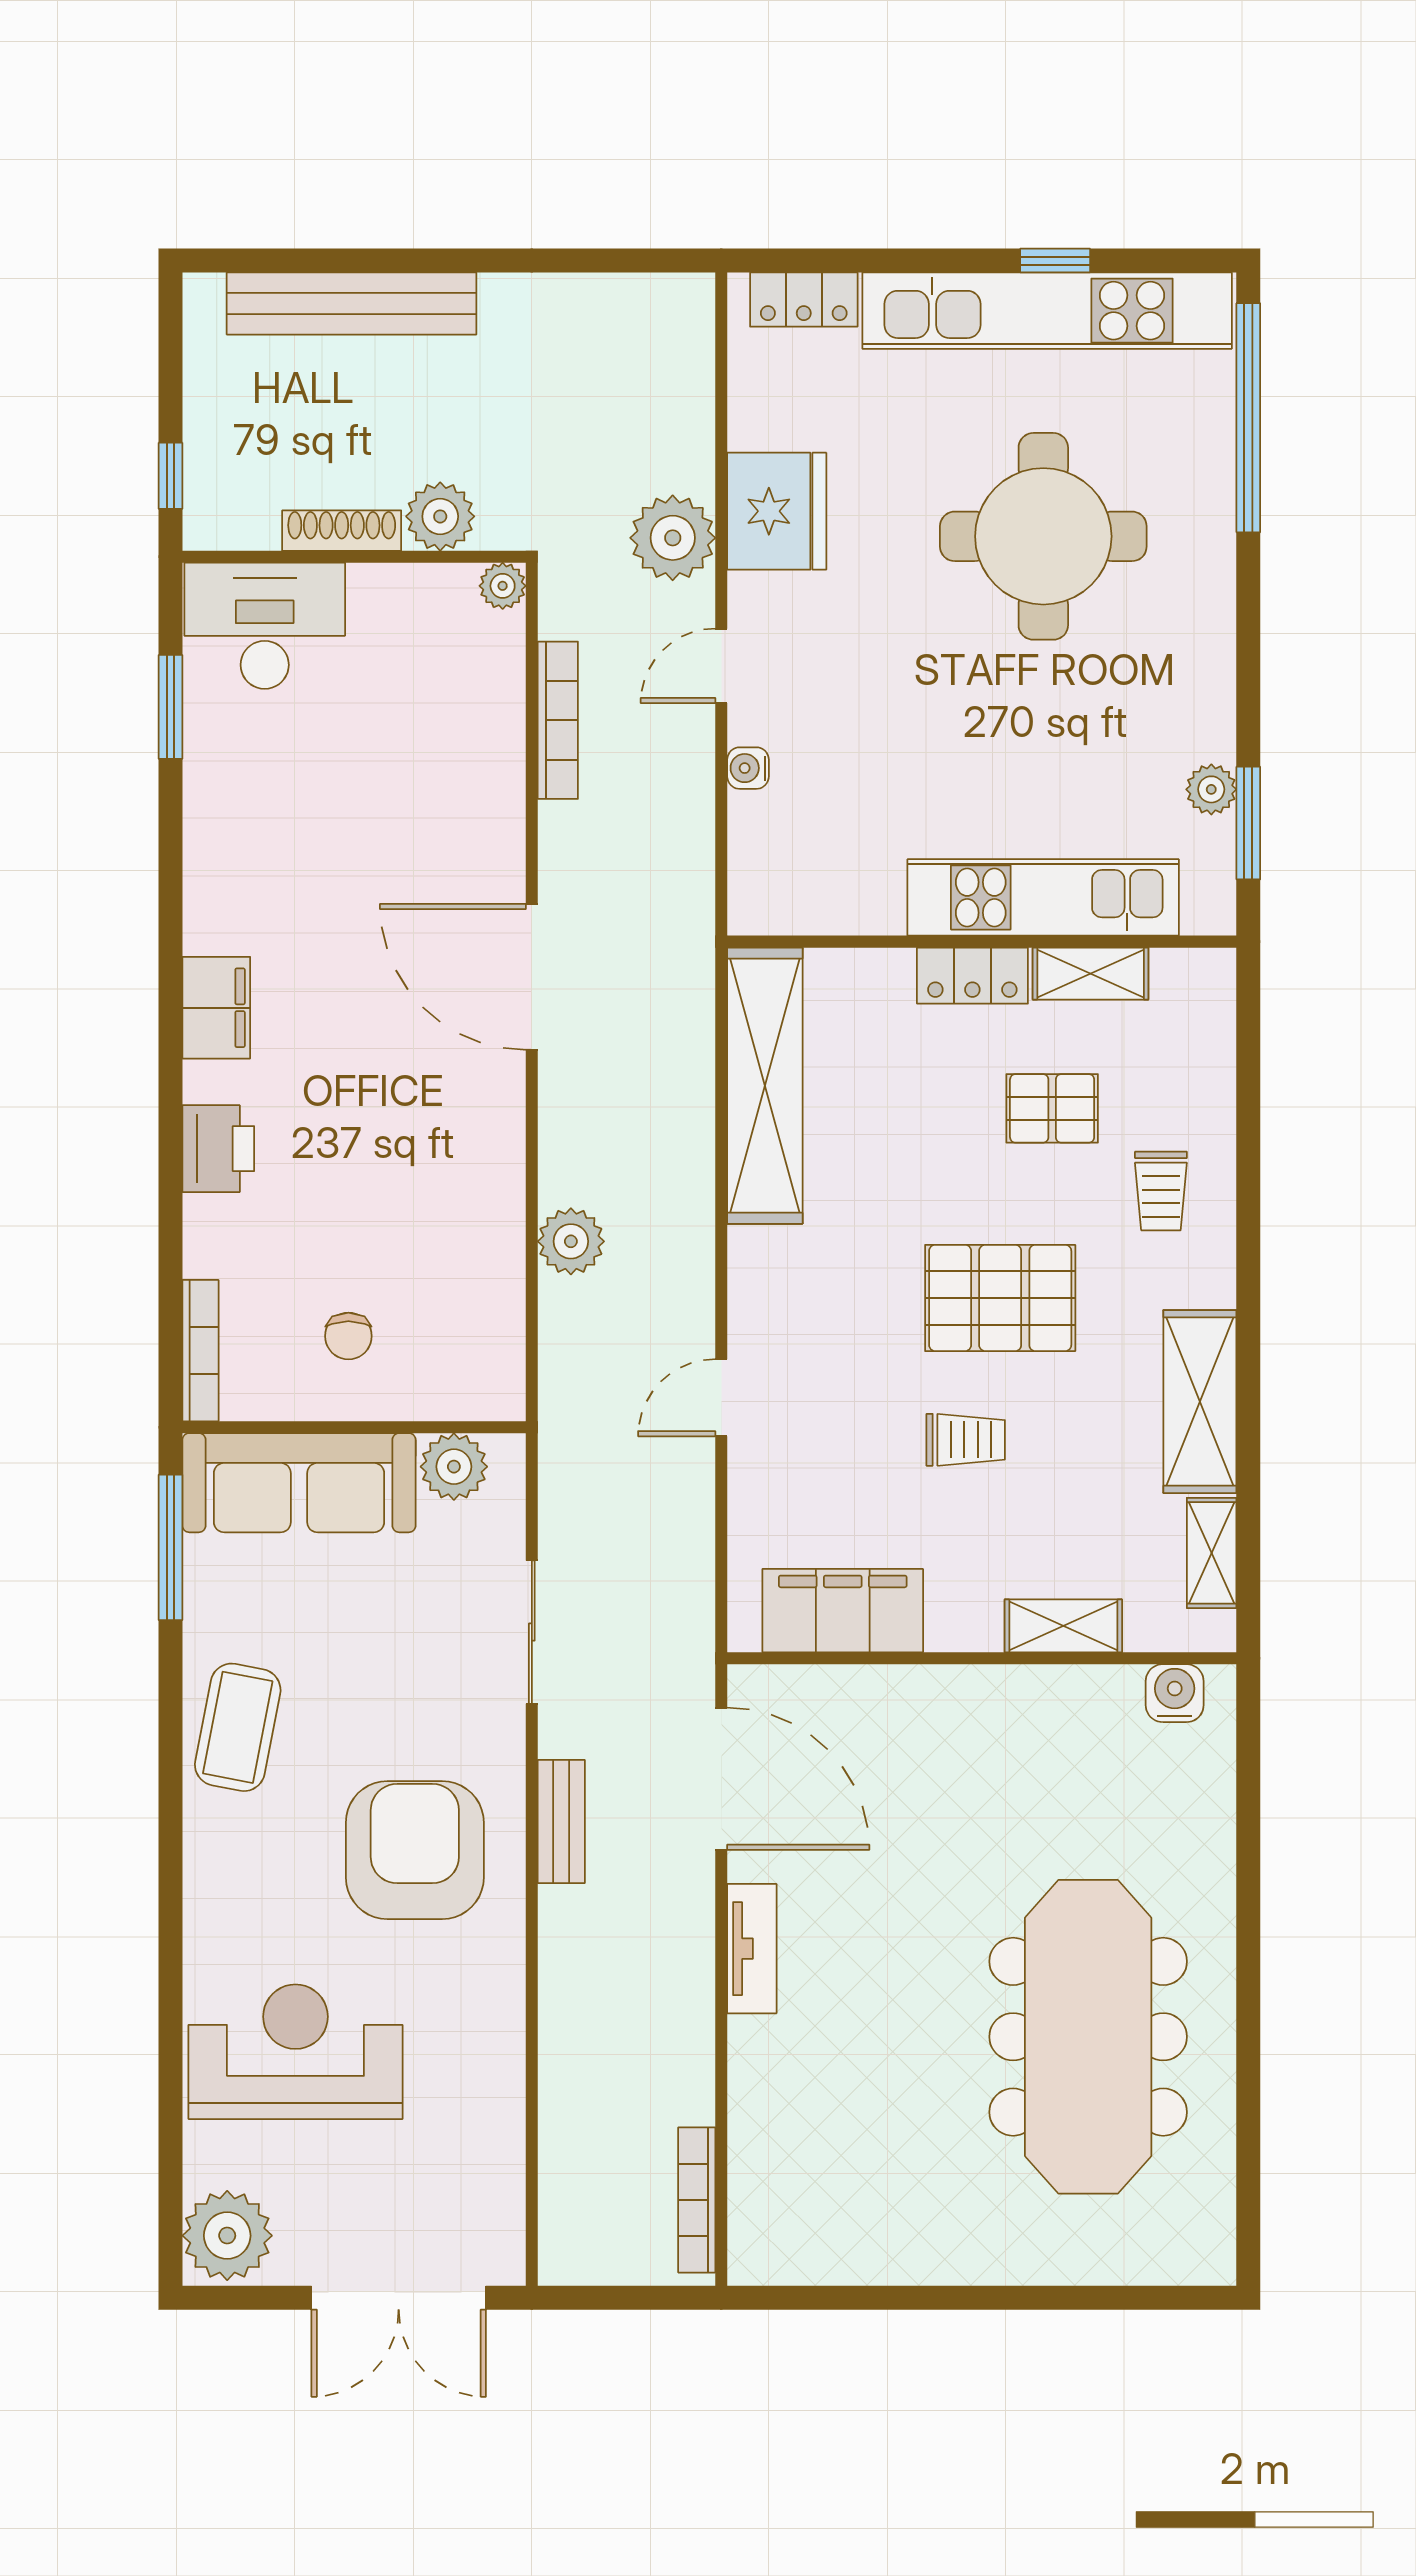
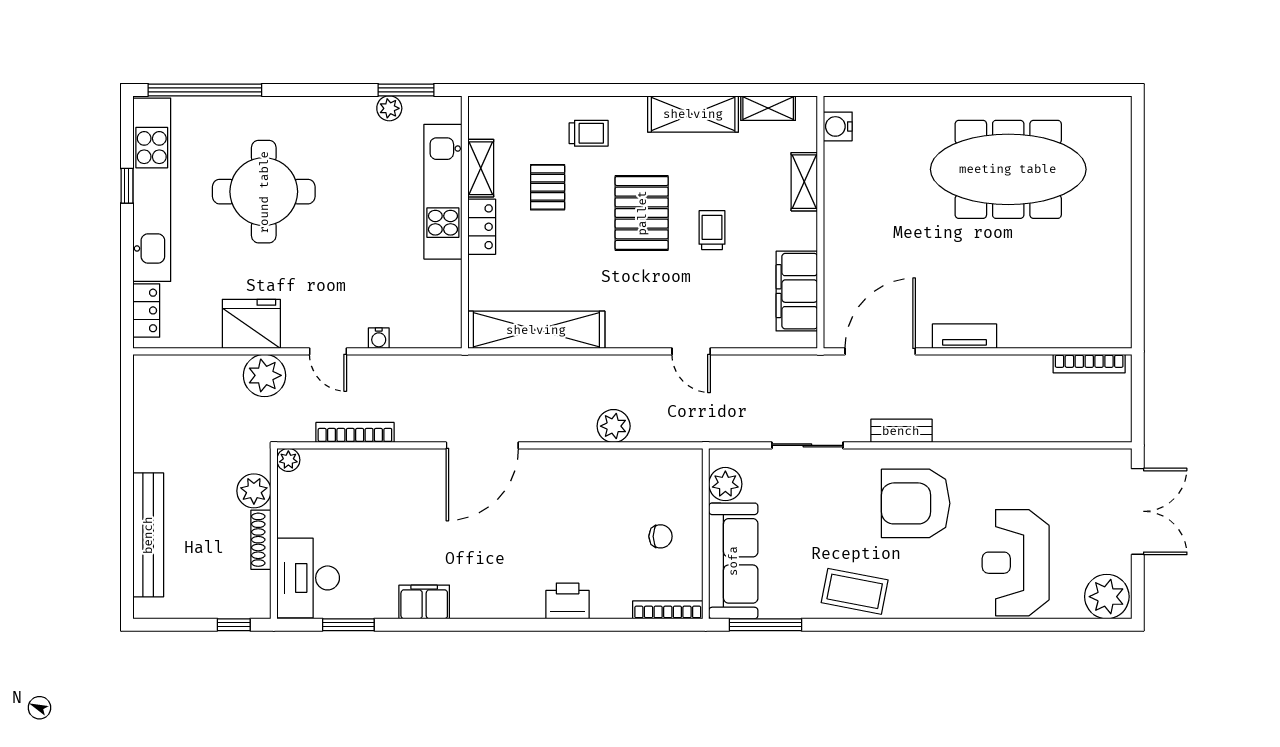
filing cabinet: (216, 1008) -> (424, 602), moved

